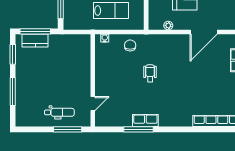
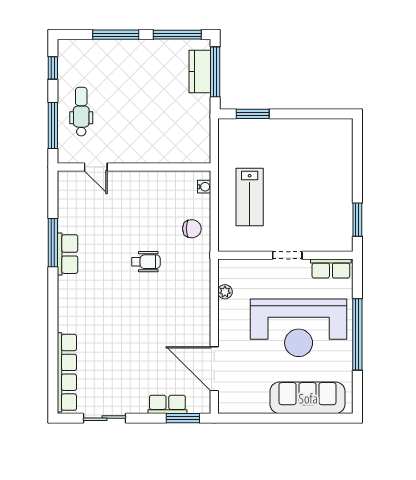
door: (204, 32) -> (214, 369), moved
window: (13, 54) -> (177, 35), width x1.44
dental chair: (59, 112) -> (81, 112), turned 180
window: (33, 129) -> (53, 68), added

